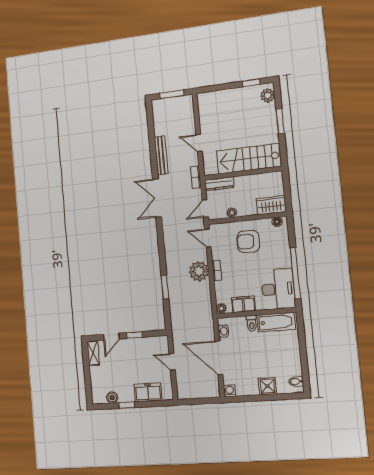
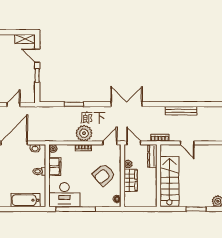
door: (199, 143) -> (187, 143), swing flipped
double door: (157, 198) -> (127, 104), moved
wardrobe: (271, 205) -> (131, 180), moved
armchair: (248, 241) -> (104, 175), turned -132
bathtub: (276, 322) -> (25, 200), moved, turned 90

